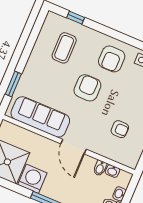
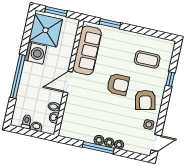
window: (76, 18) -> (170, 79), moved
armchair: (112, 59) -> (145, 100), turned -103
armchair: (120, 129) -> (89, 117), removed

